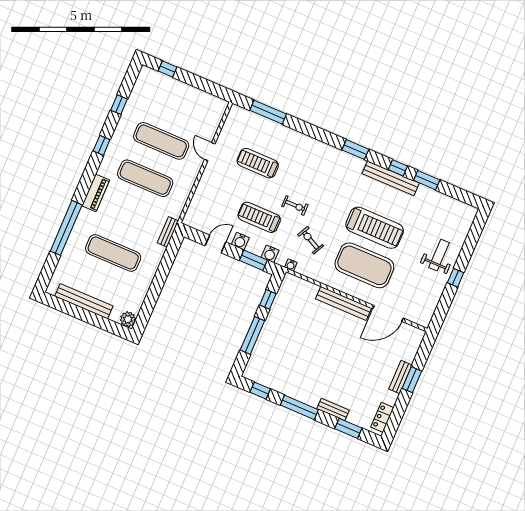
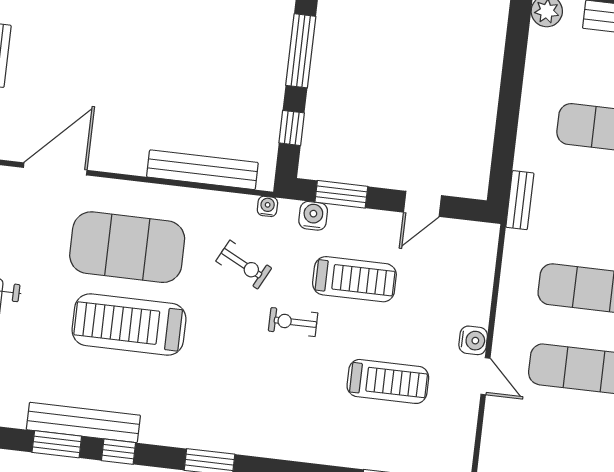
bench: (391, 178) -> (83, 422), moved
water cooler: (240, 241) -> (473, 340), moved, turned 90
bench: (344, 303) -> (202, 170), moved

